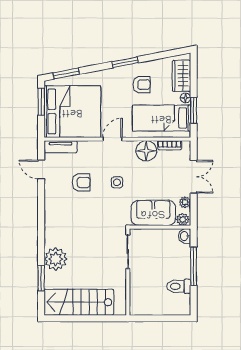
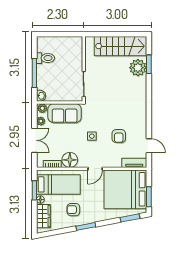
double door: (194, 177) -> (34, 140), swing flipped
armchair: (81, 182) -> (119, 136), turned -90
plant: (56, 259) -> (138, 68), moved

